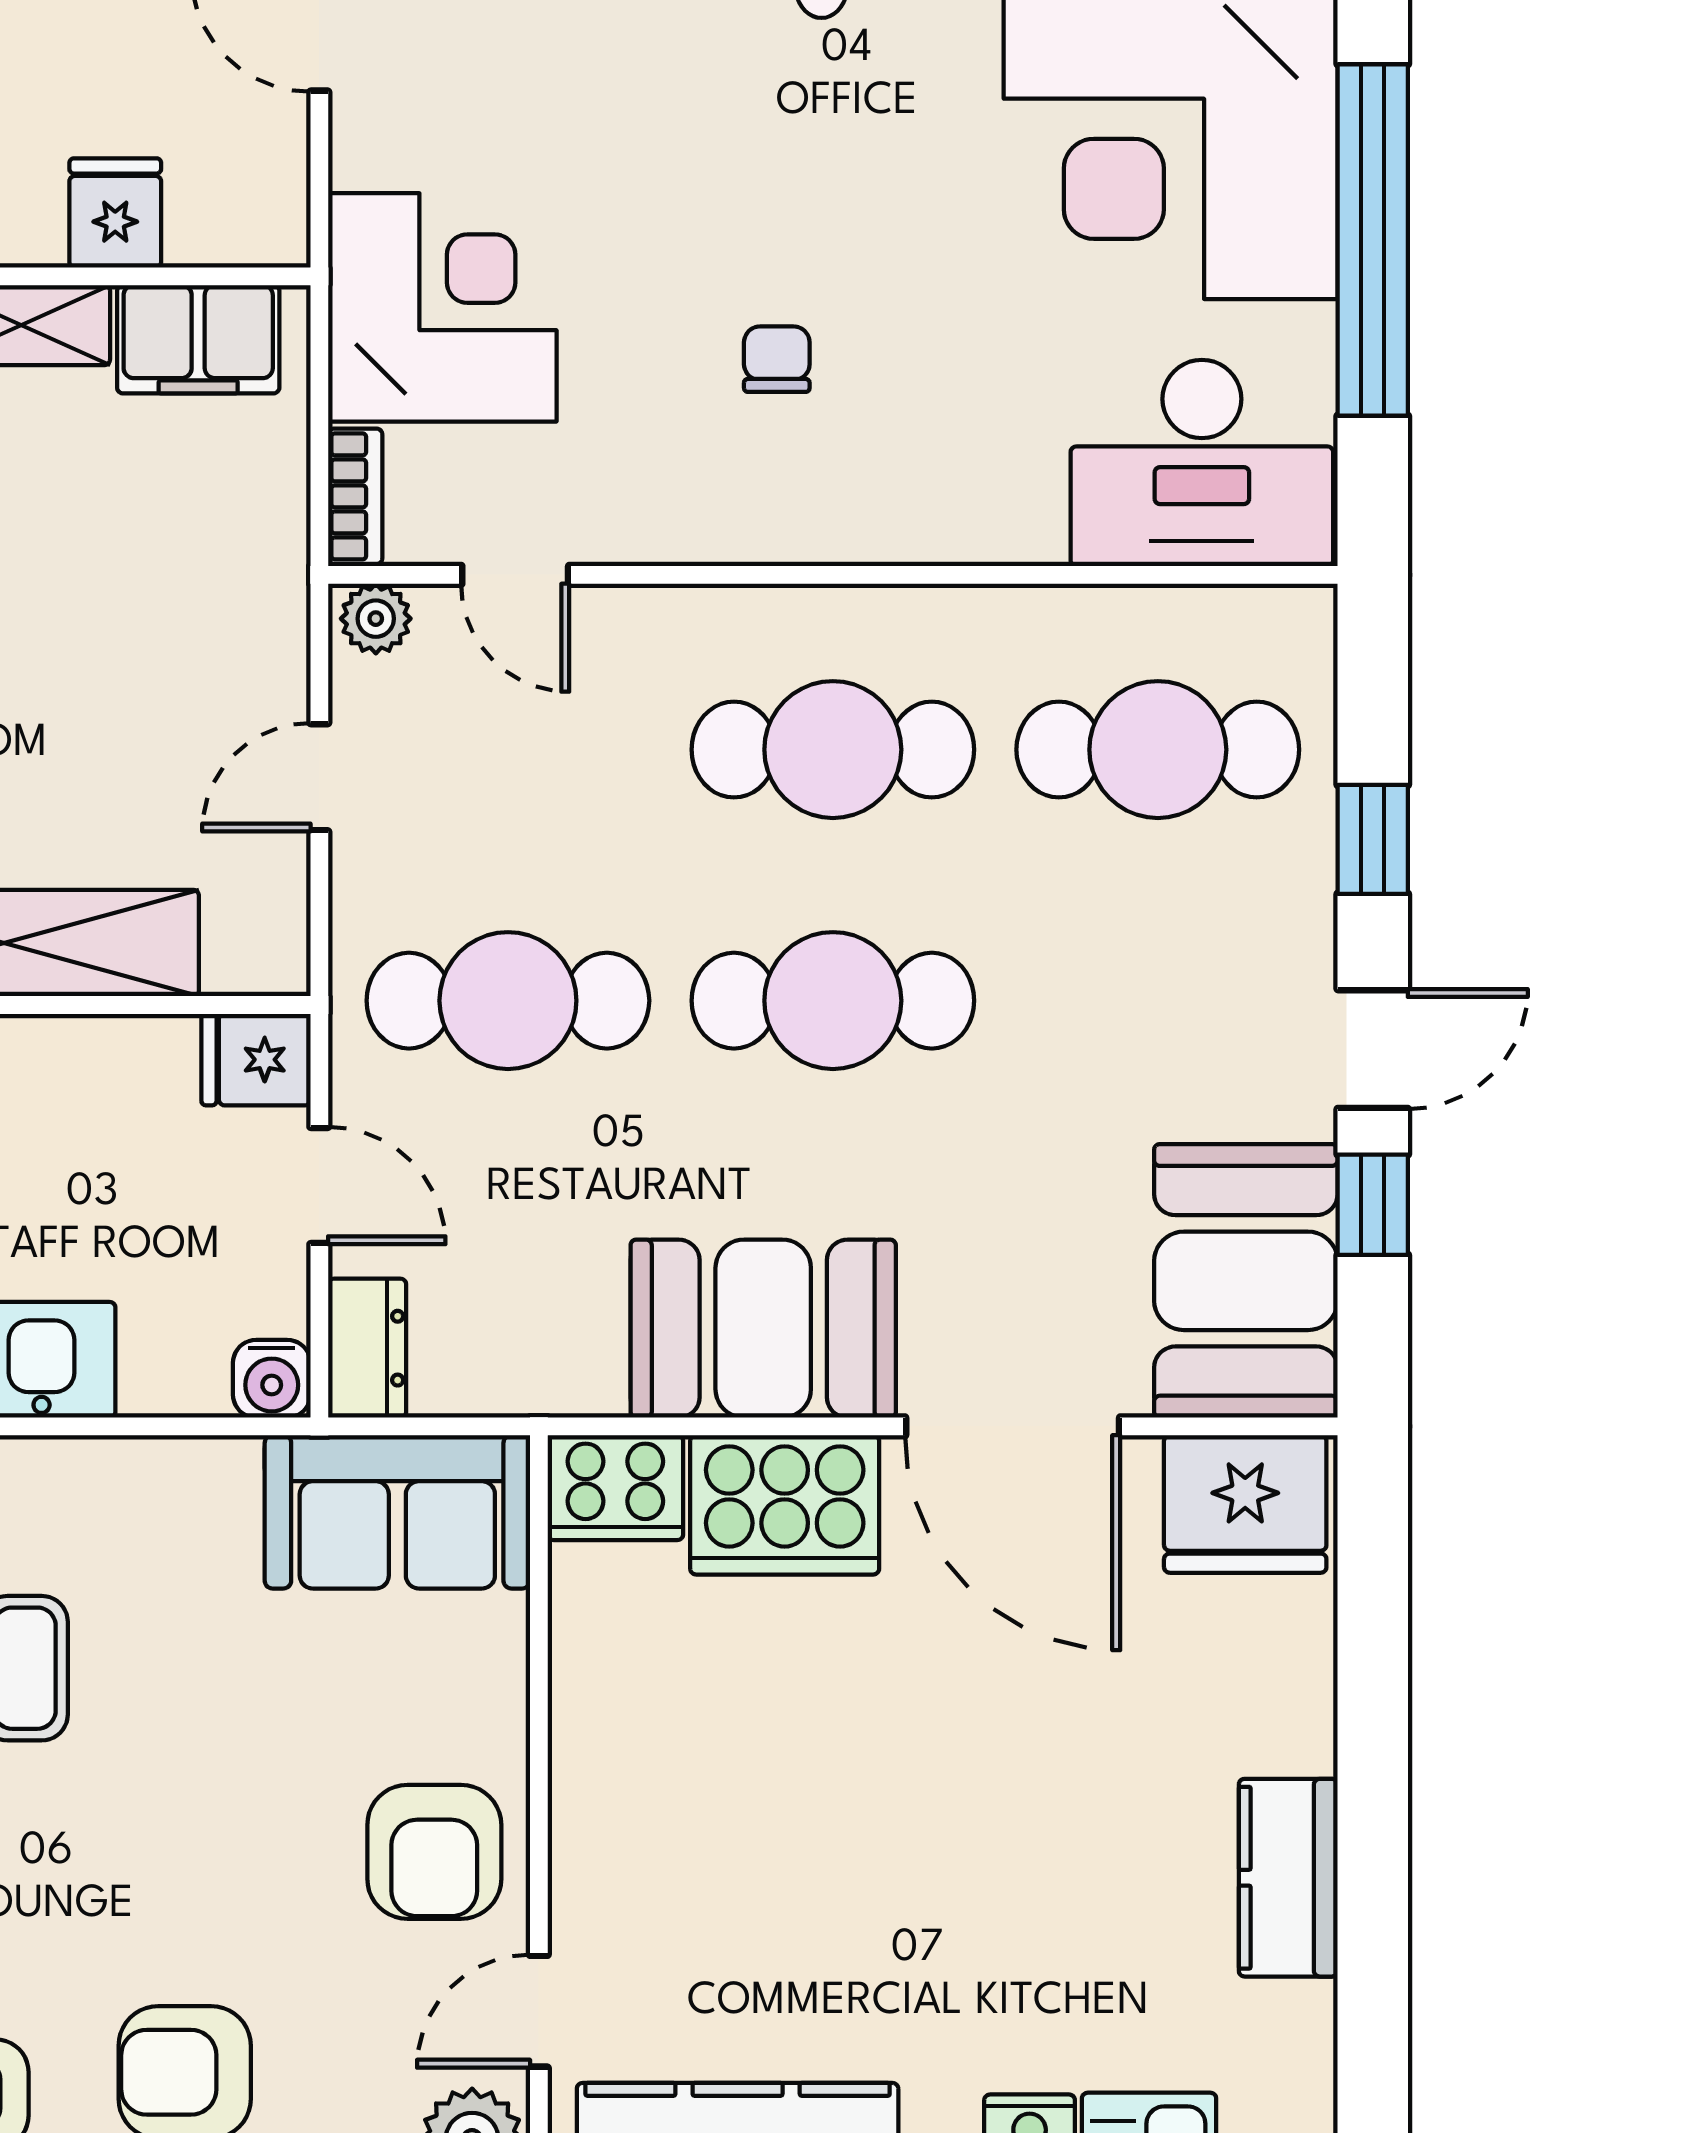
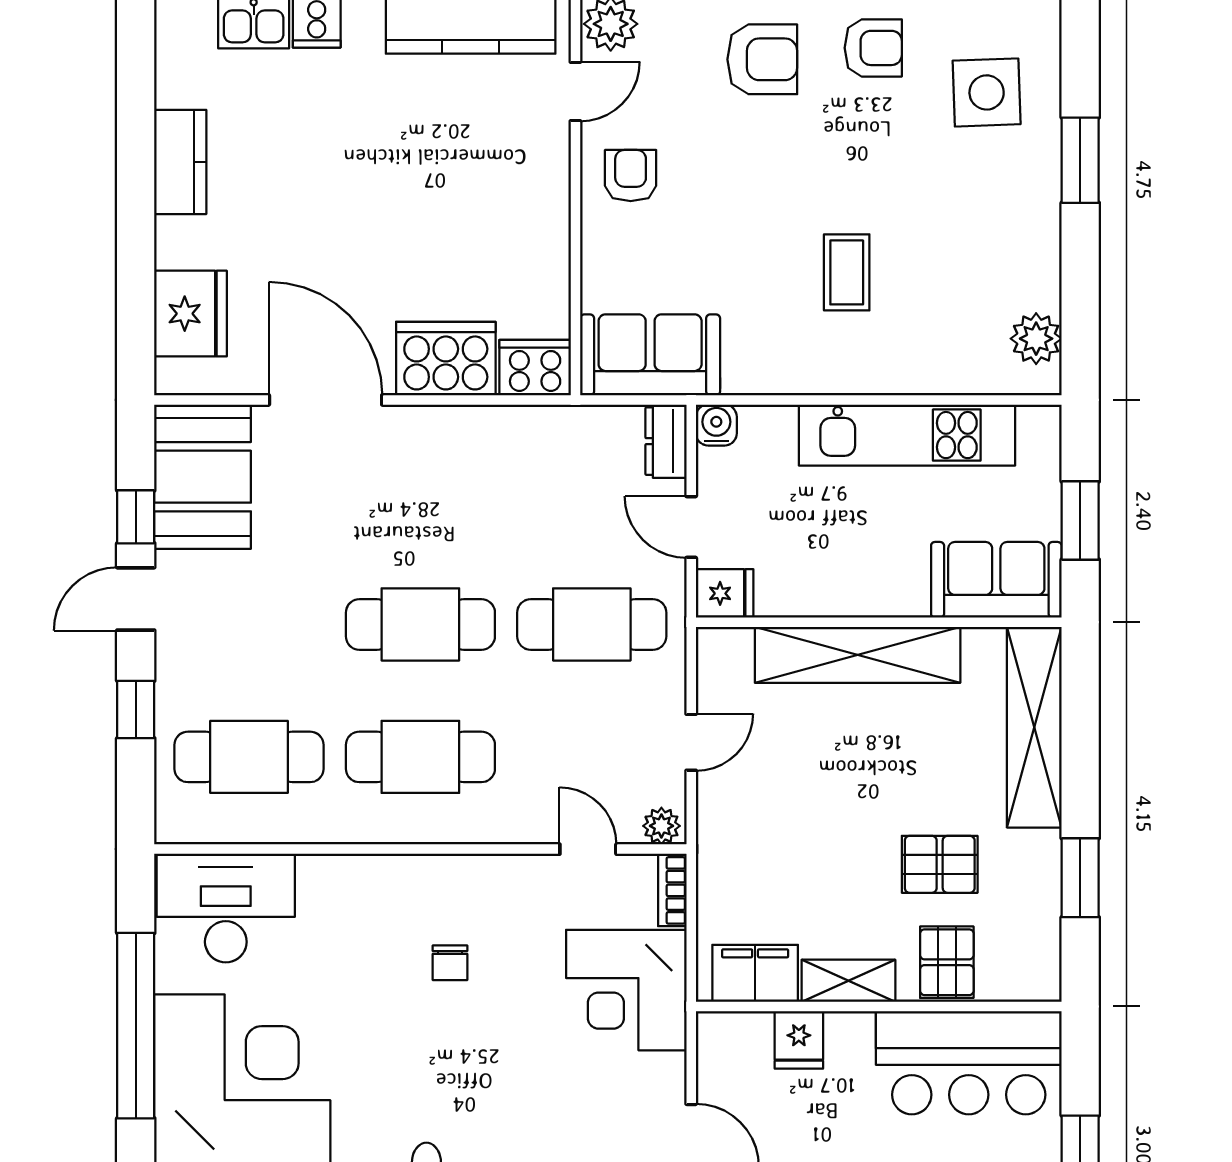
booth: (763, 1329) -> (457, 451), removed
fridge: (1245, 1504) -> (190, 314), moved, turned 90
armchair: (434, 1852) -> (631, 176), width x0.72, depth x0.72

